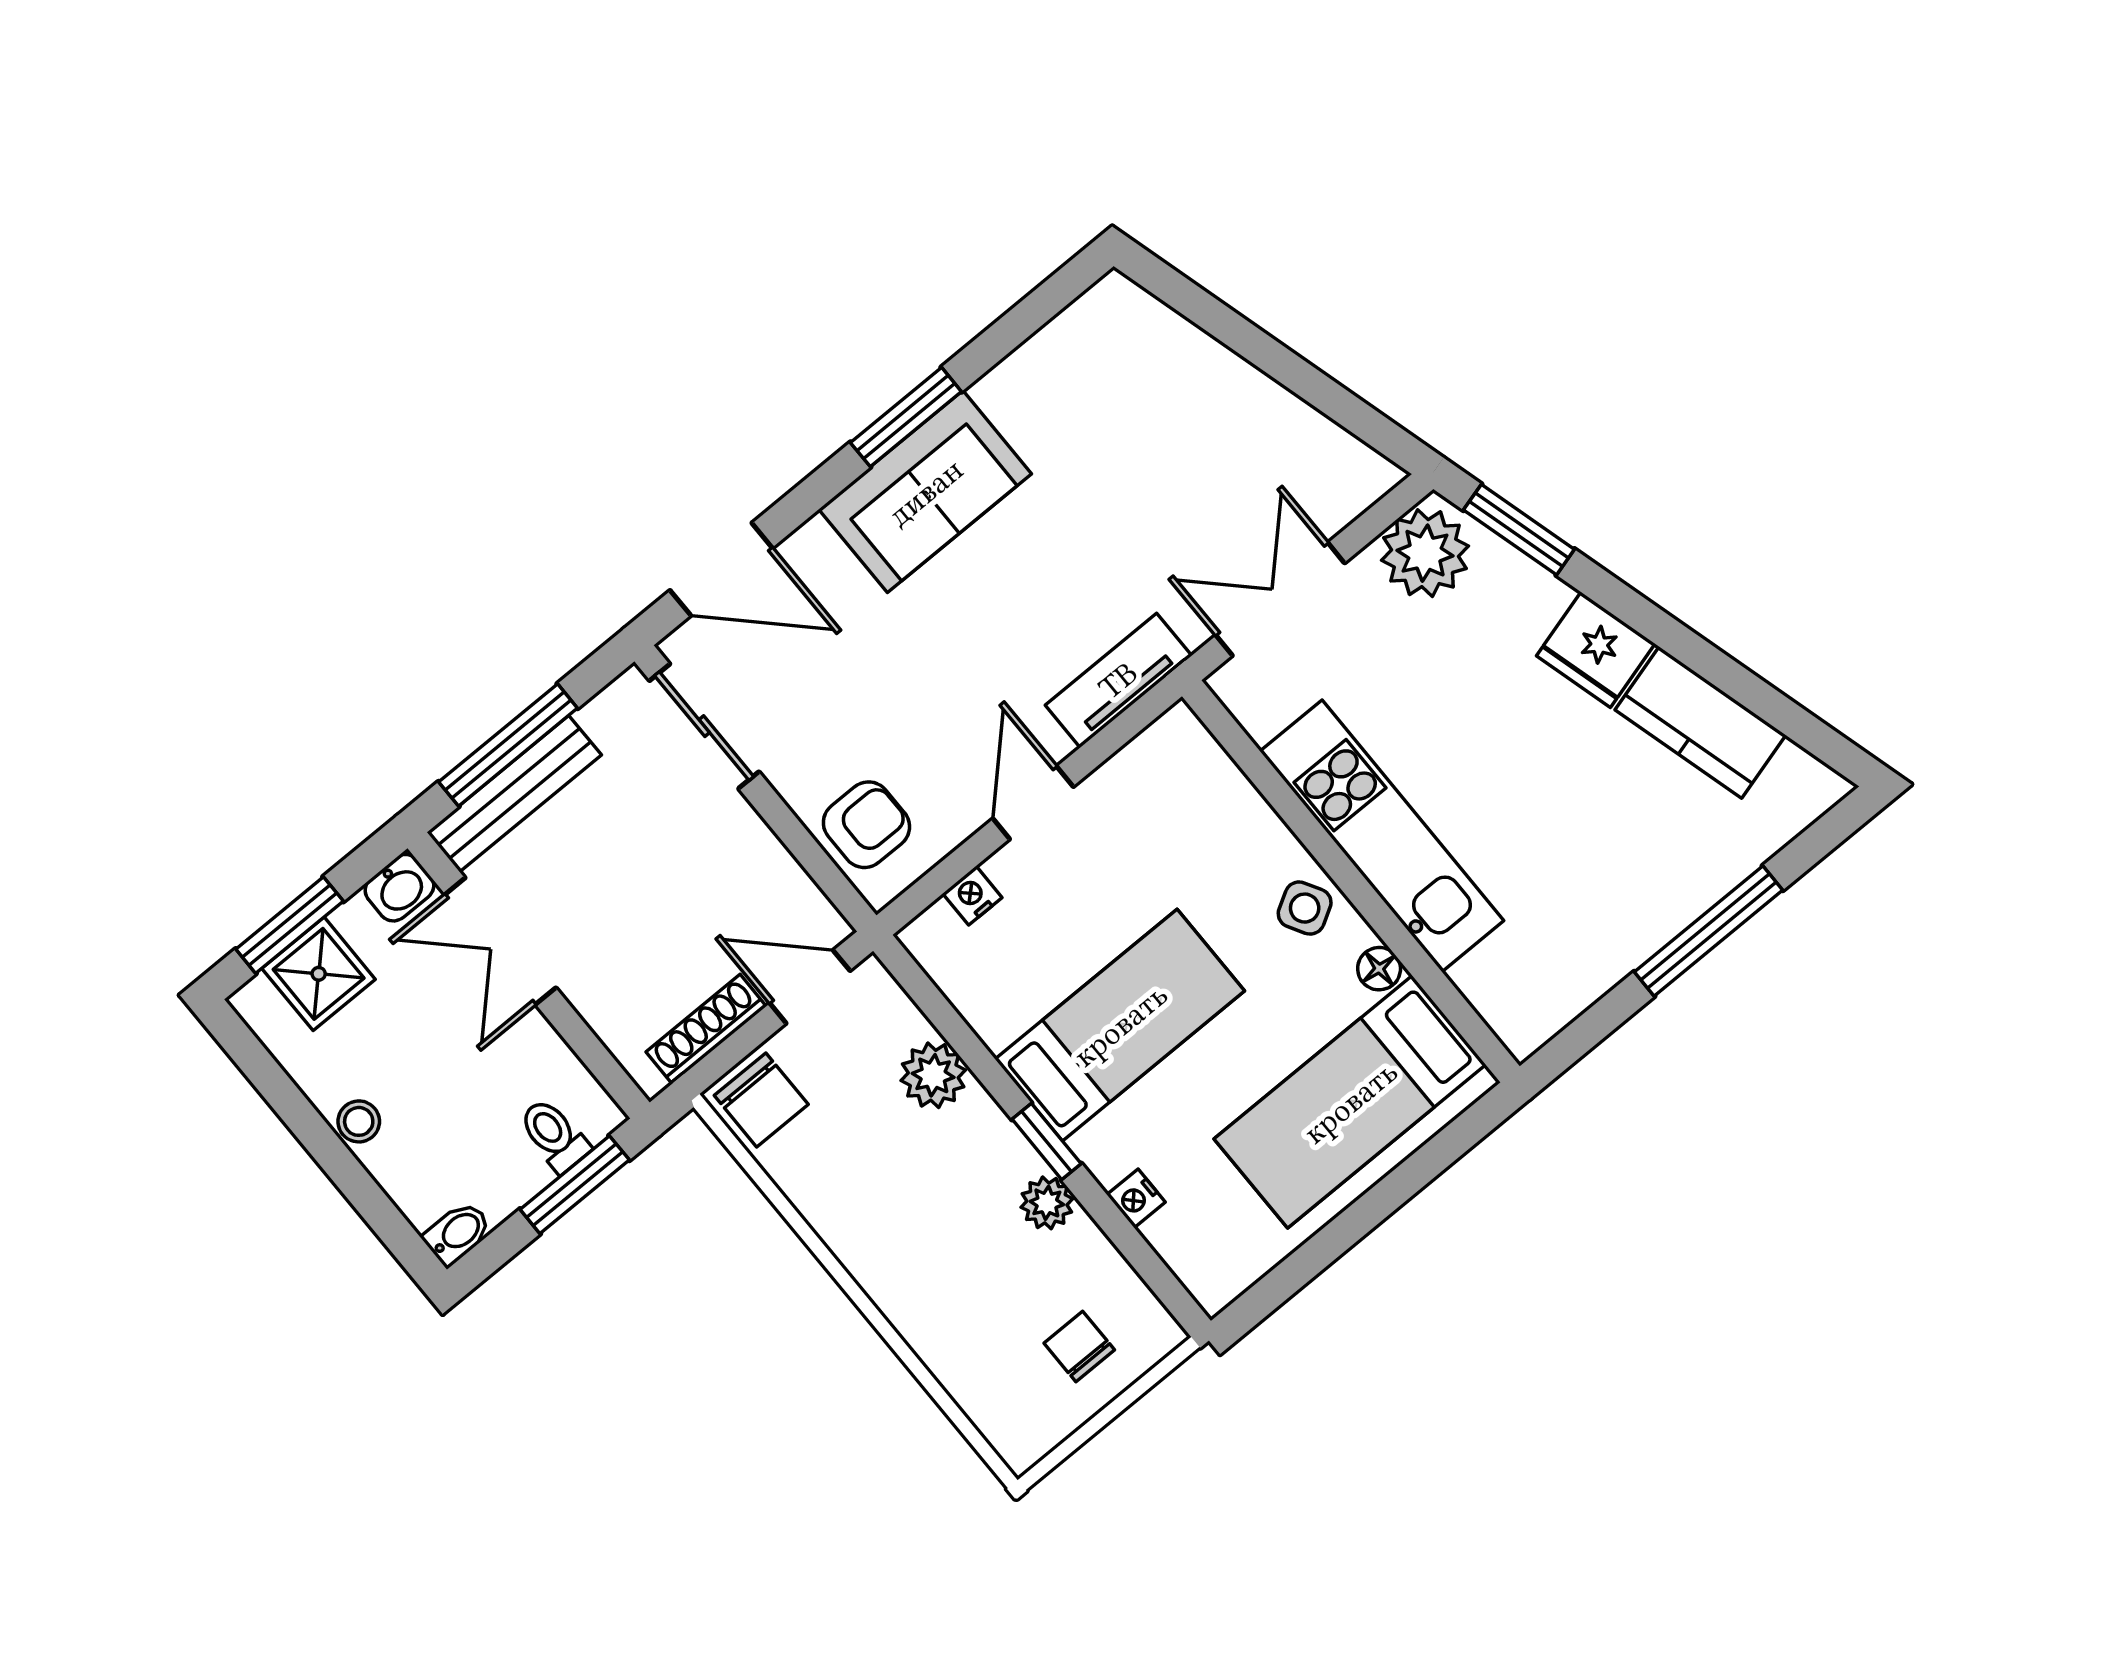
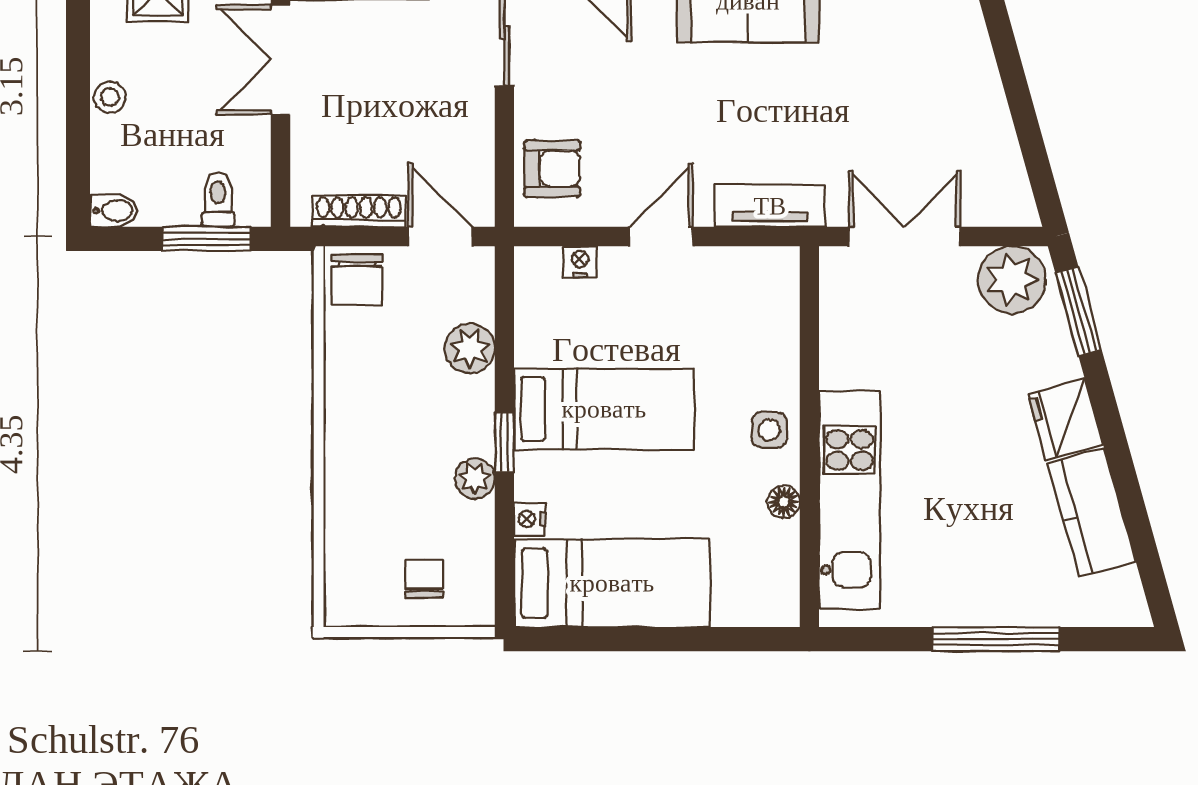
kitchen unit: (1382, 836) -> (850, 500), moved
side table: (1305, 908) -> (769, 430), turned 30
bed: (1350, 1102) -> (612, 583), moved, turned 180

